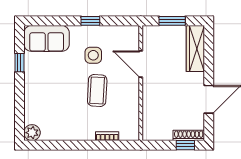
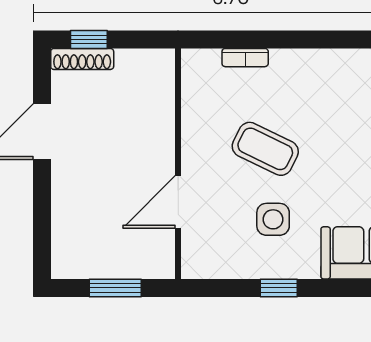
wardrobe: (195, 48) -> (69, 233), removed
door: (141, 64) -> (178, 202), swing flipped
coffee table: (97, 90) -> (265, 149), turned -67

